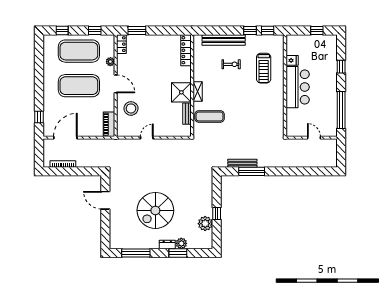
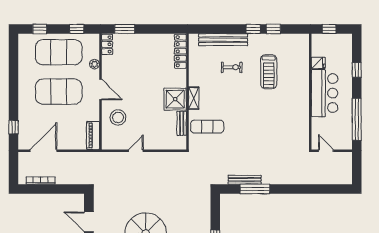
fridge: (292, 60) -> (318, 63), moved
wall: (285, 86) -> (310, 92), moved
bar counter: (298, 87) -> (325, 93), moved

